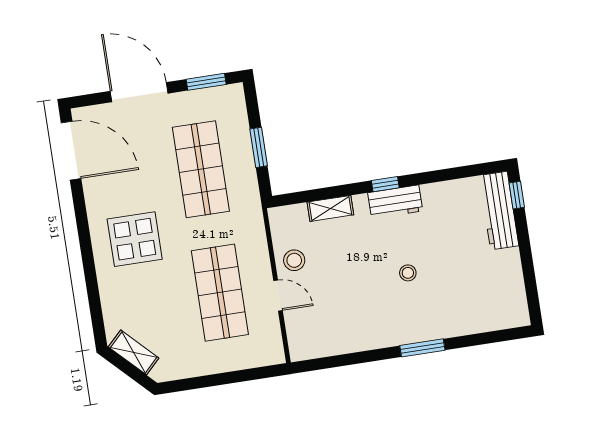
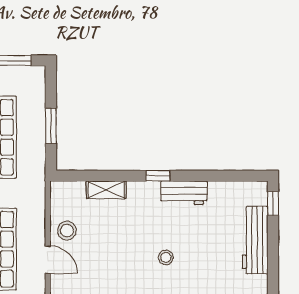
workbench: (395, 202) -> (184, 193), moved
workbench: (499, 211) -> (255, 240), moved

